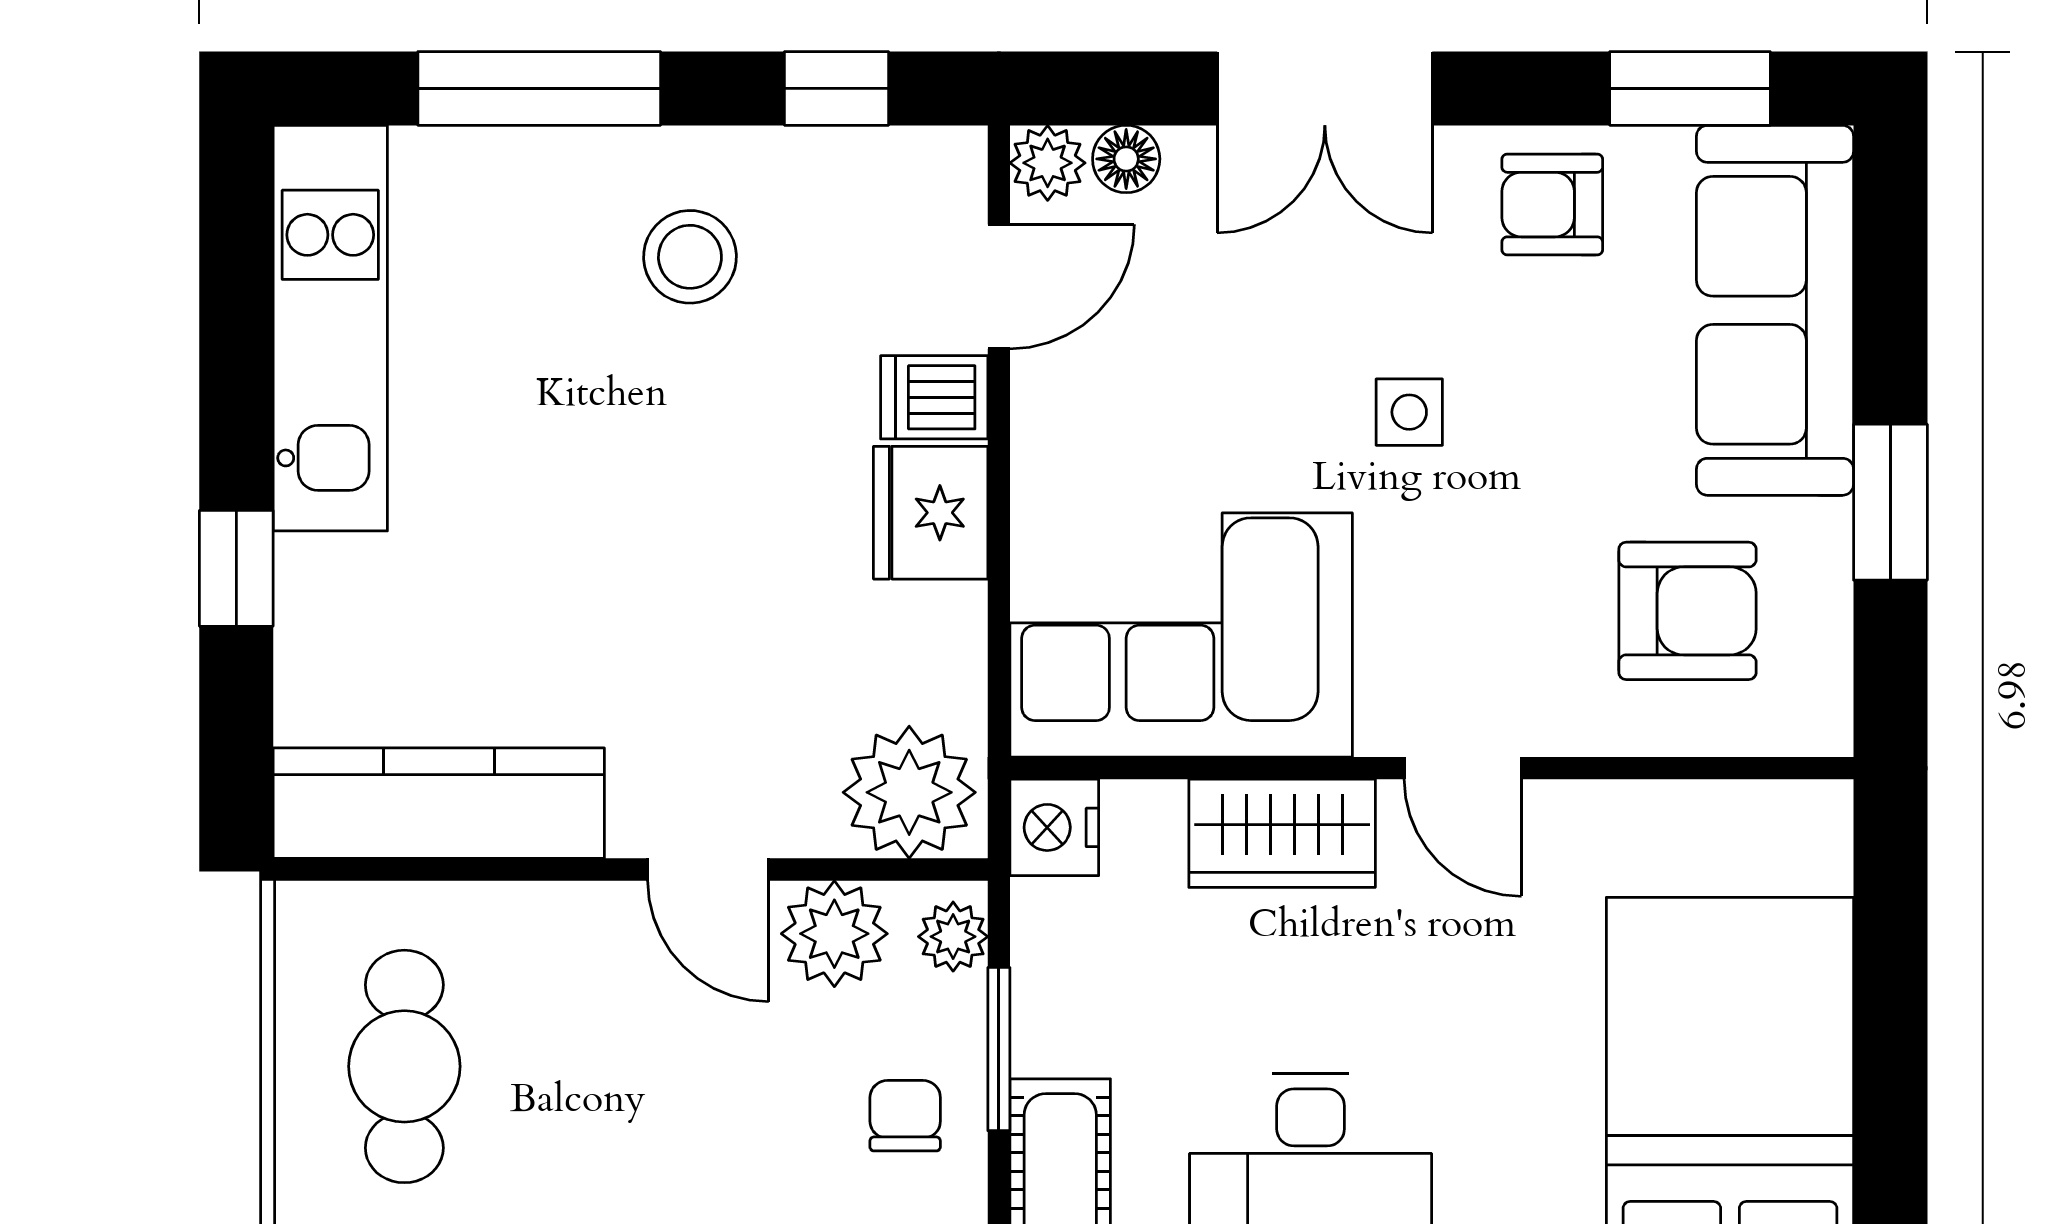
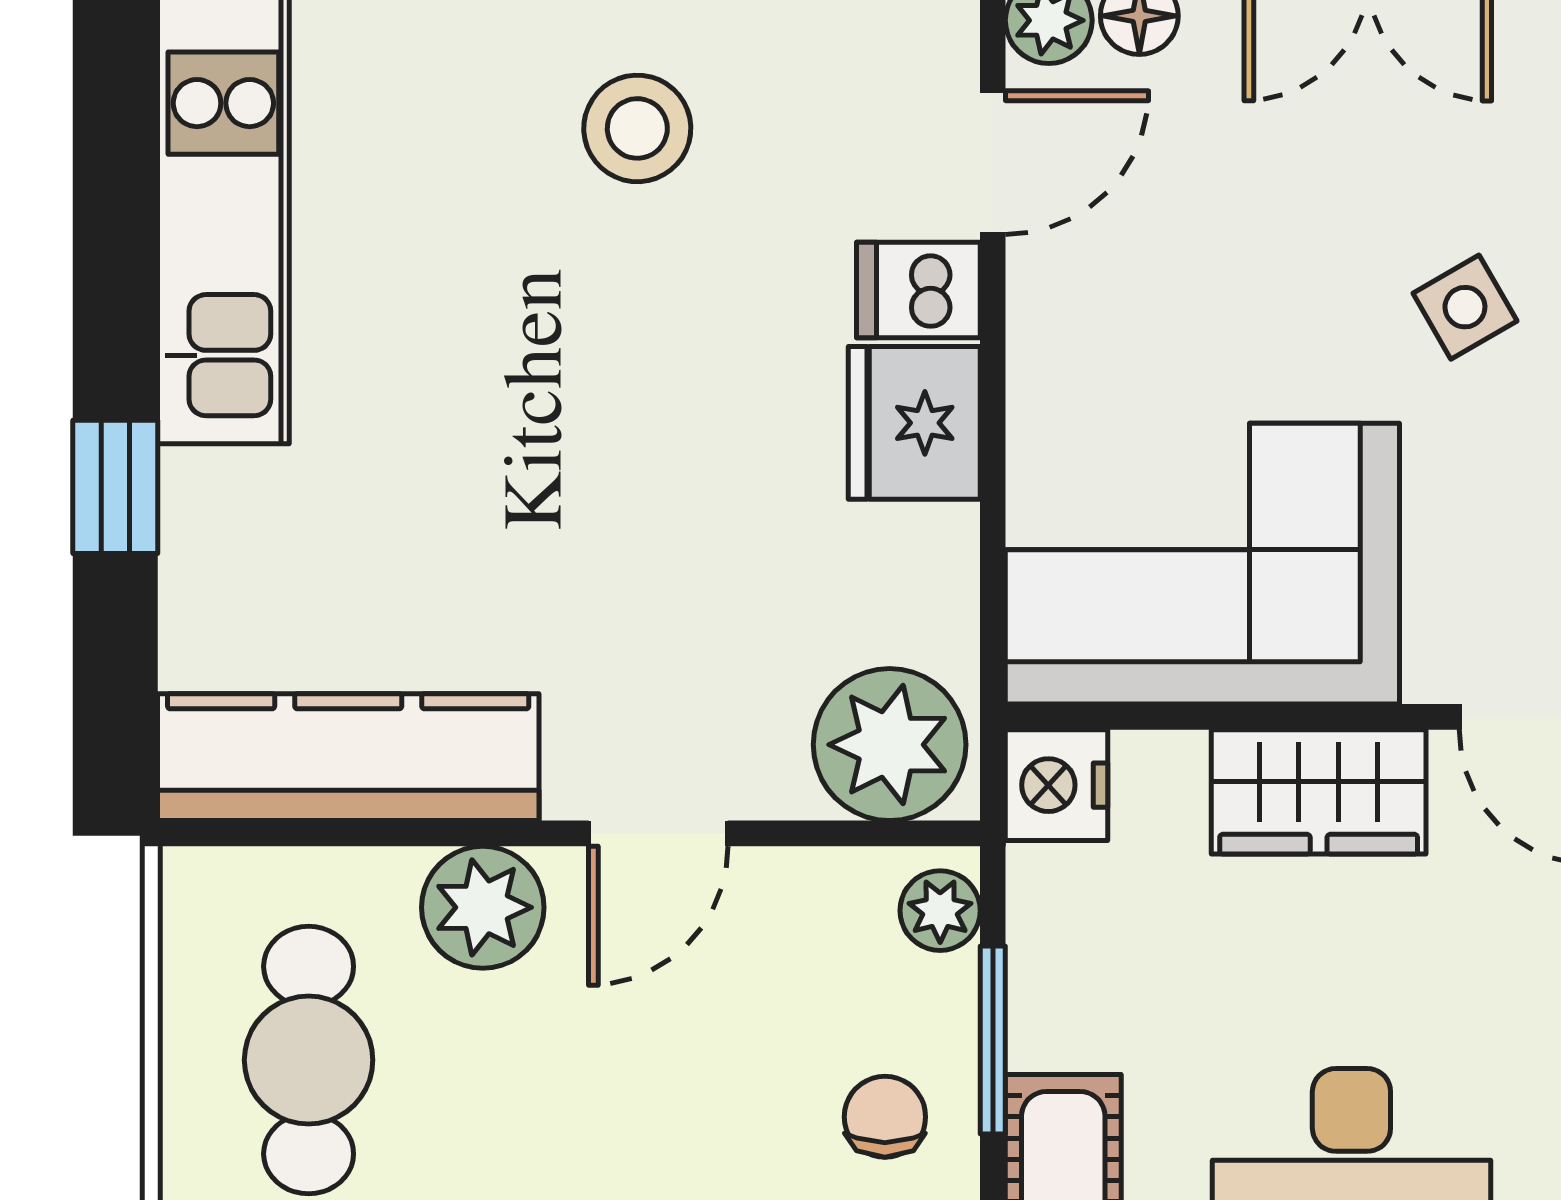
side table: (1409, 412) -> (1465, 307), turned -30
door: (708, 870) -> (658, 833), hinge flipped
plant: (834, 934) -> (483, 907), moved

